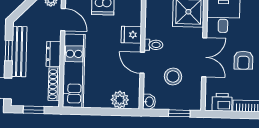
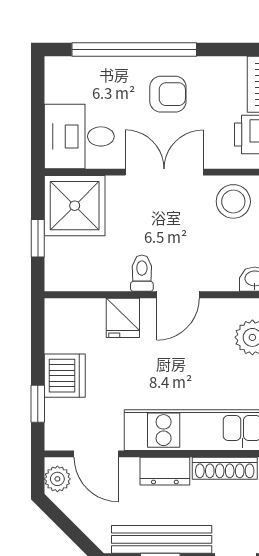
door: (63, 20) -> (96, 454), swing flipped
stool: (173, 76) -> (233, 201), moved

